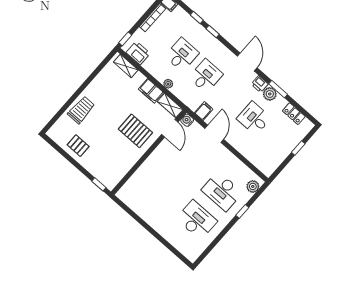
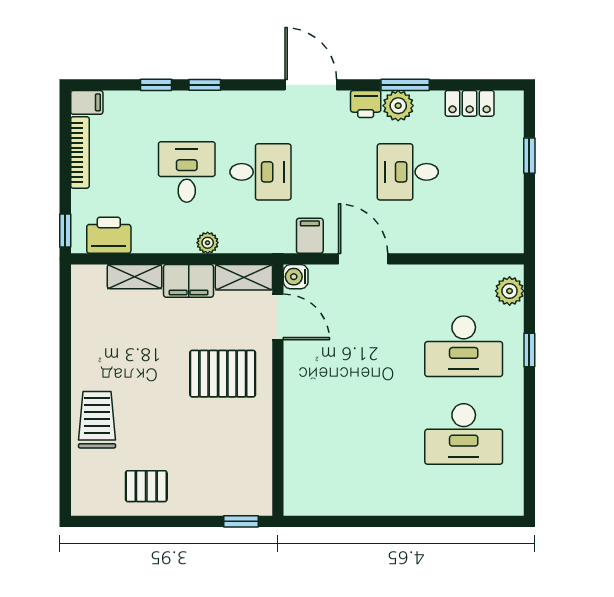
shelving: (126, 66) -> (134, 277), moved
desk: (206, 76) -> (260, 172), turned 90
desk: (197, 220) -> (464, 434), turned 180

